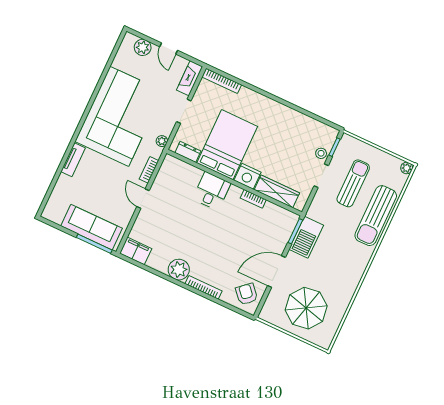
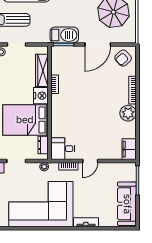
desk: (212, 191) -> (63, 149), moved
sofa: (91, 227) -> (127, 204), moved
door: (277, 272) -> (98, 45), hinge flipped

